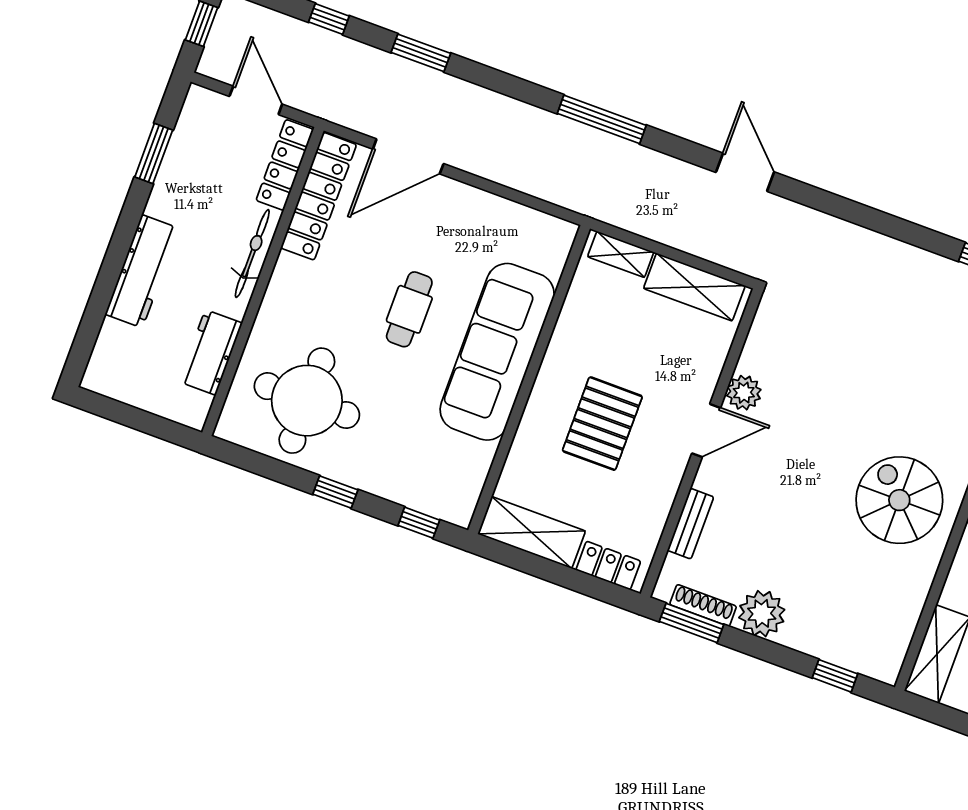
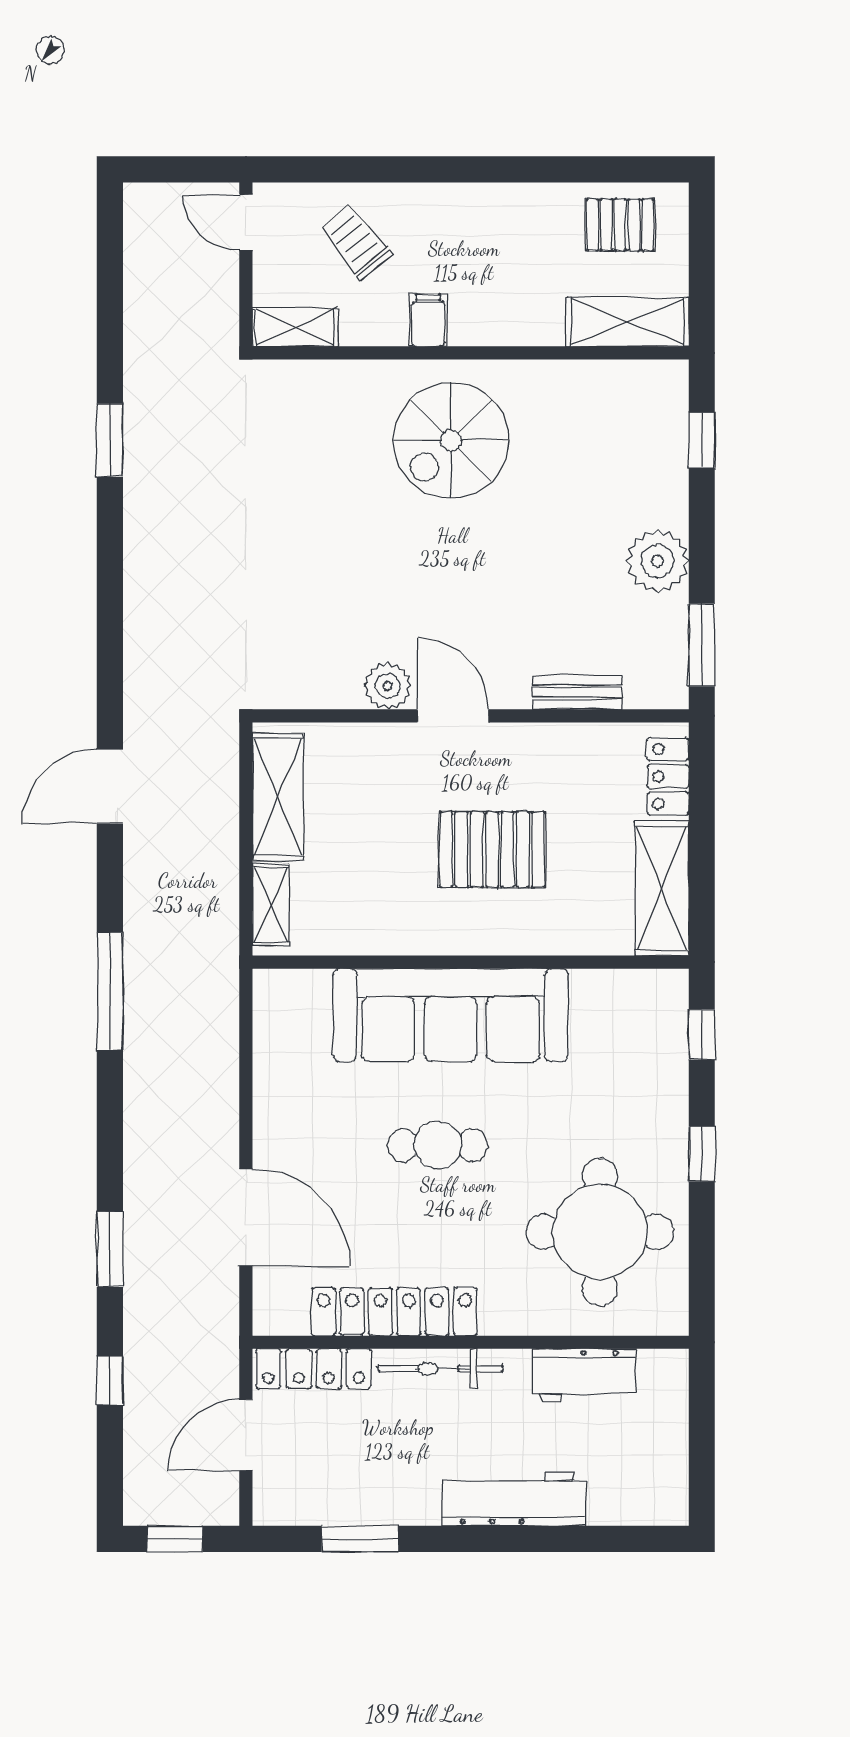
locker: (319, 196) -> (394, 1312), moved
shoe rack: (703, 605) -> (674, 639), removed

